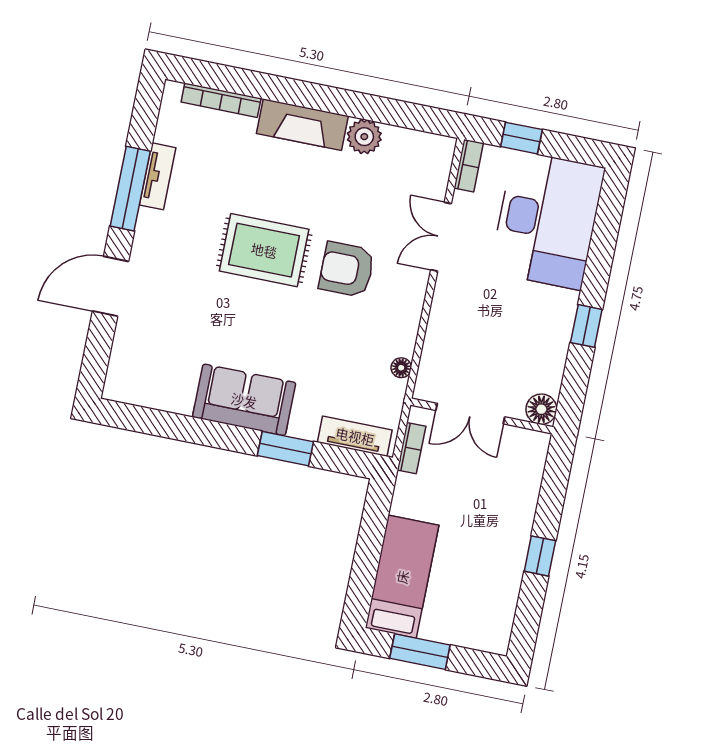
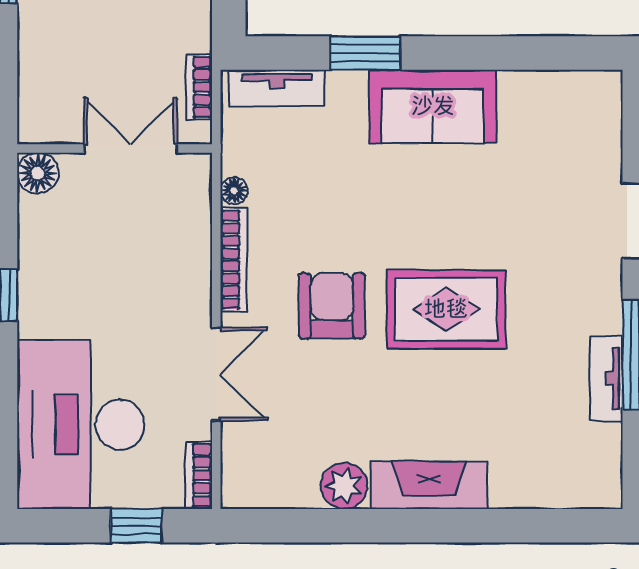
bookcase: (221, 100) -> (234, 260), moved, turned 90
armchair: (347, 269) -> (332, 306), turned -90

